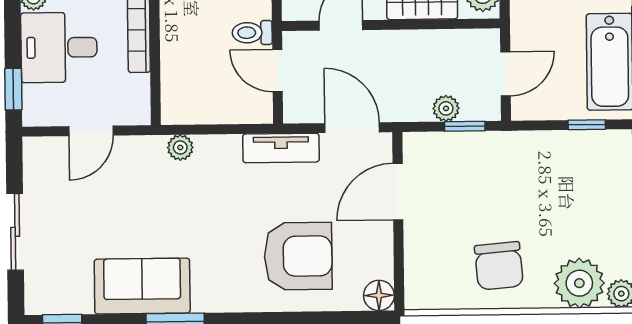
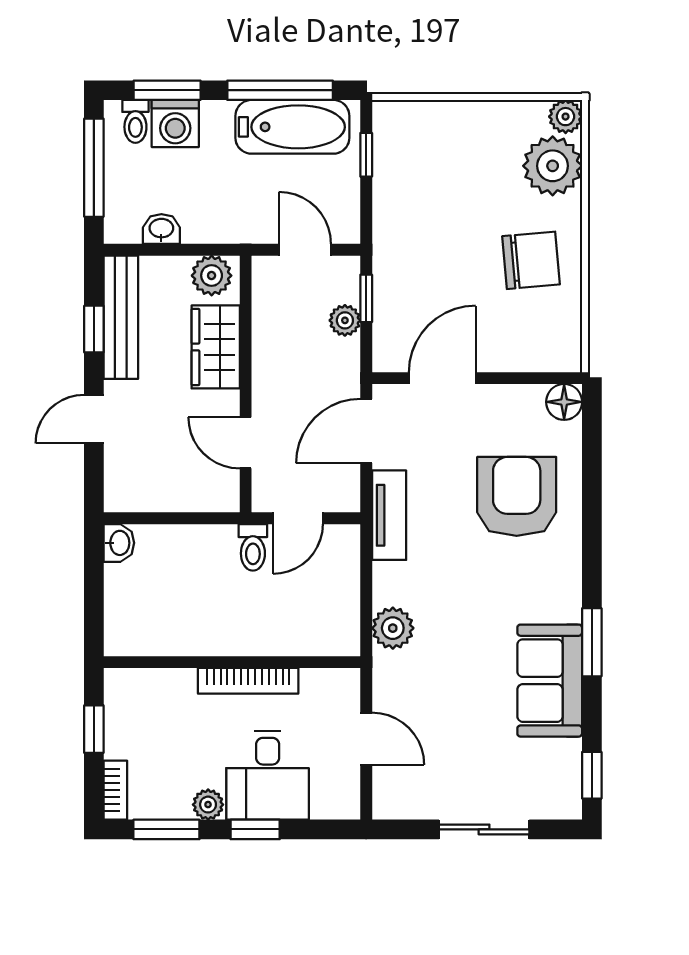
window: (13, 89) -> (255, 829), moved
plant: (180, 147) -> (393, 628), width x1.38, depth x1.38
door: (398, 192) -> (442, 378), swing flipped

